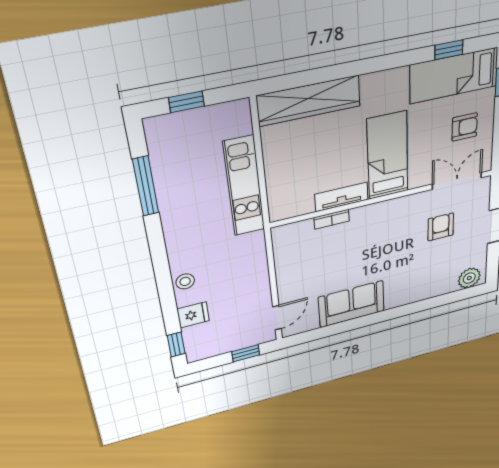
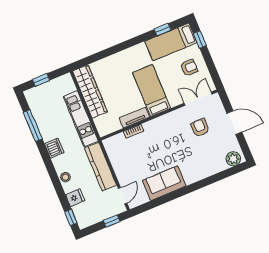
wardrobe: (309, 101) -> (90, 92), moved, turned -90
dishwasher: (178, 231) -> (54, 148), added
kitchen counter: (254, 270) -> (100, 167), added

